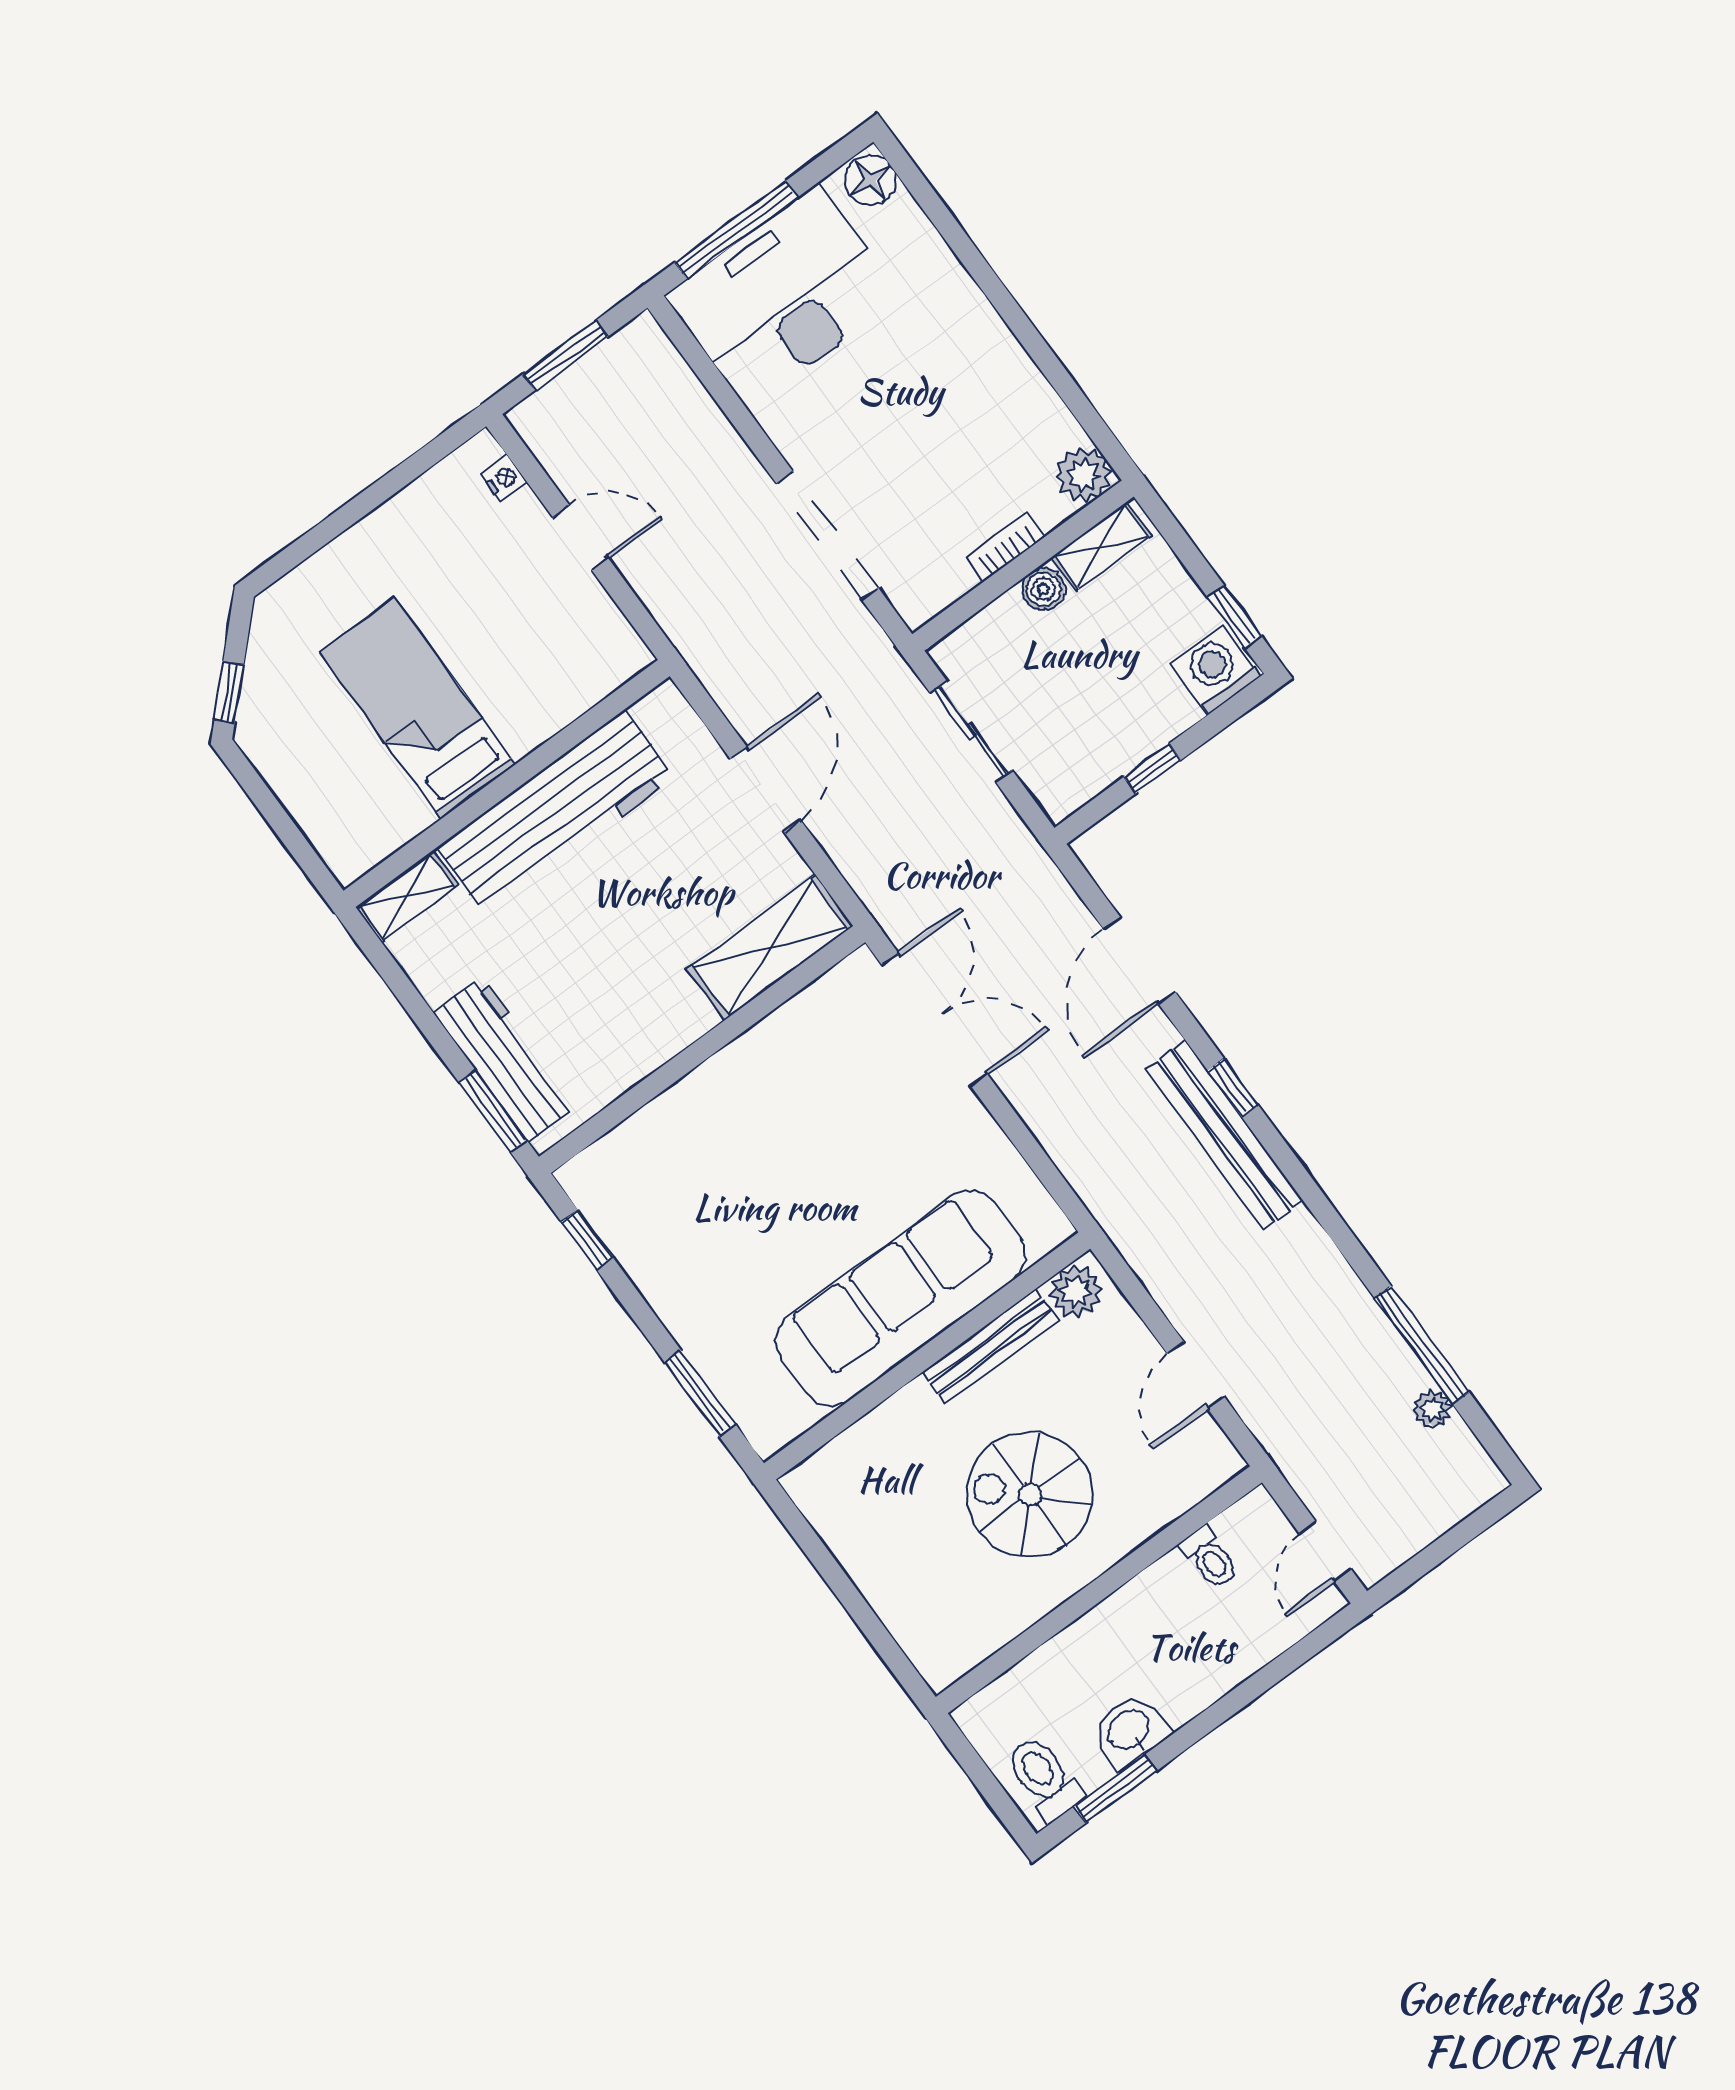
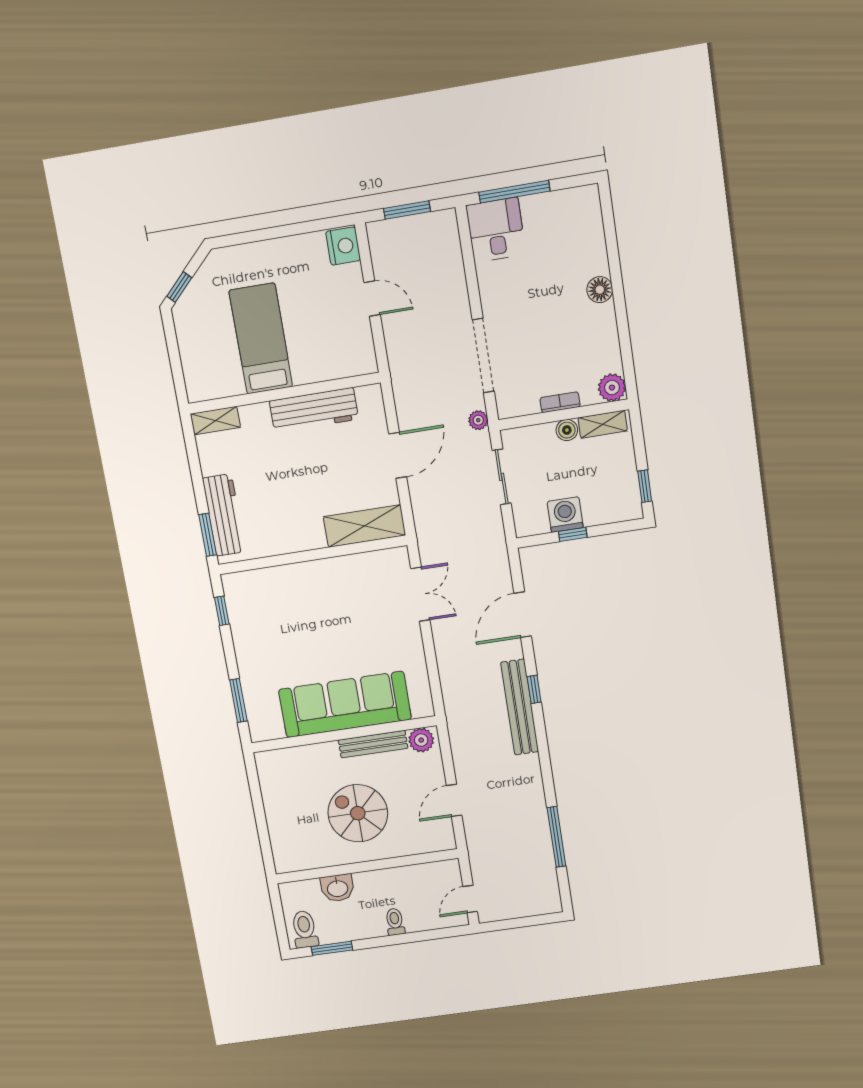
floor lamp: (870, 180) -> (600, 290), moved
desk: (783, 297) -> (496, 230), width x0.53, depth x0.77
nightstand: (504, 478) -> (343, 246), width x1.89, depth x1.79
washing machine: (1216, 670) -> (565, 515), moved
workbench: (556, 813) -> (314, 410), width x0.73, depth x0.76
double door: (935, 1020) -> (420, 594), width x0.73
plant: (1432, 1409) -> (478, 420), moved
toilet: (1210, 1558) -> (395, 922), moved, turned 180
washbasin: (1129, 1731) -> (337, 888), moved, turned 180

